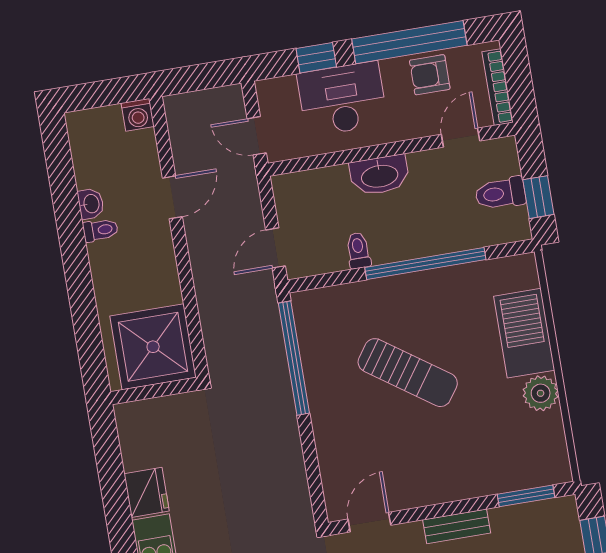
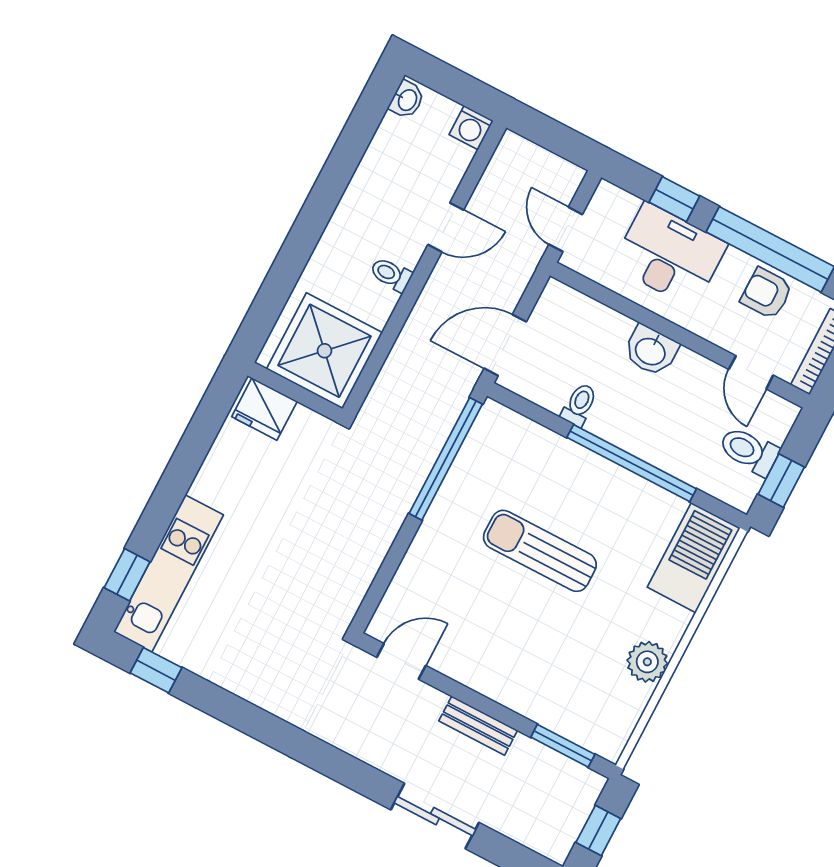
door: (461, 138) -> (751, 372), swing flipped
washbasin: (379, 175) -> (651, 351), width x0.72
washbasin: (91, 204) -> (407, 100), moved
toilet: (100, 230) -> (391, 274), moved, turned 180
door: (276, 248) -> (505, 345), width x1.37
barbecue: (524, 333) -> (694, 558), moved
sun lounger: (408, 373) -> (540, 551), turned 145
fridge: (147, 492) -> (264, 409), moved, turned 90

